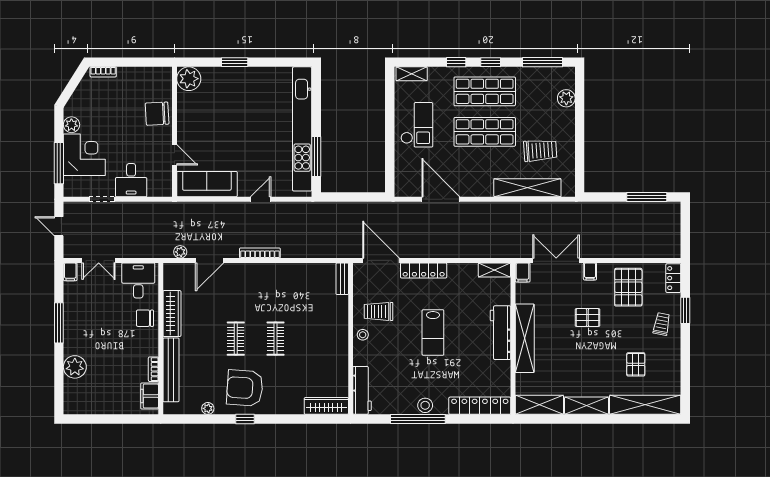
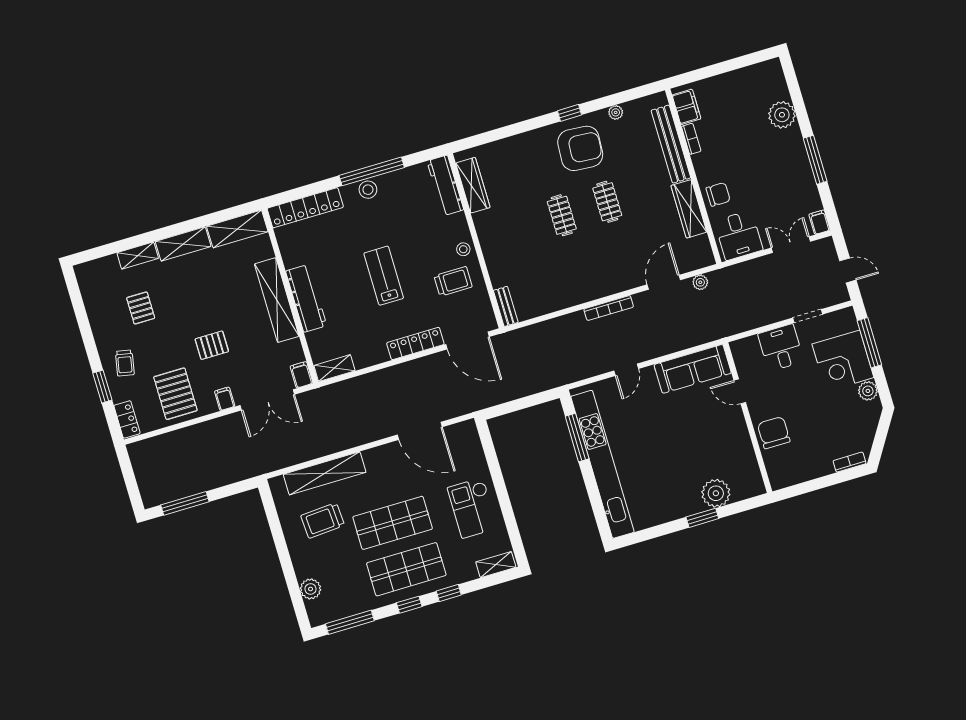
plant: (189, 79) -> (716, 493), moved
chair: (157, 114) -> (774, 433), turned -87
shelving: (645, 405) -> (138, 256), width x0.45, depth x0.75
wardrobe: (326, 406) -> (473, 185), moved, turned -90

